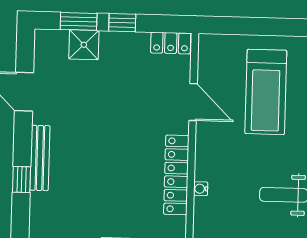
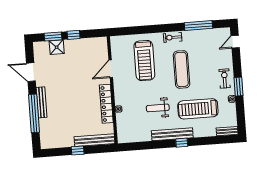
locker: (171, 43) -> (97, 42), removed
door: (193, 102) -> (111, 69), swing flipped
window: (22, 179) -> (34, 113), width x3.17

